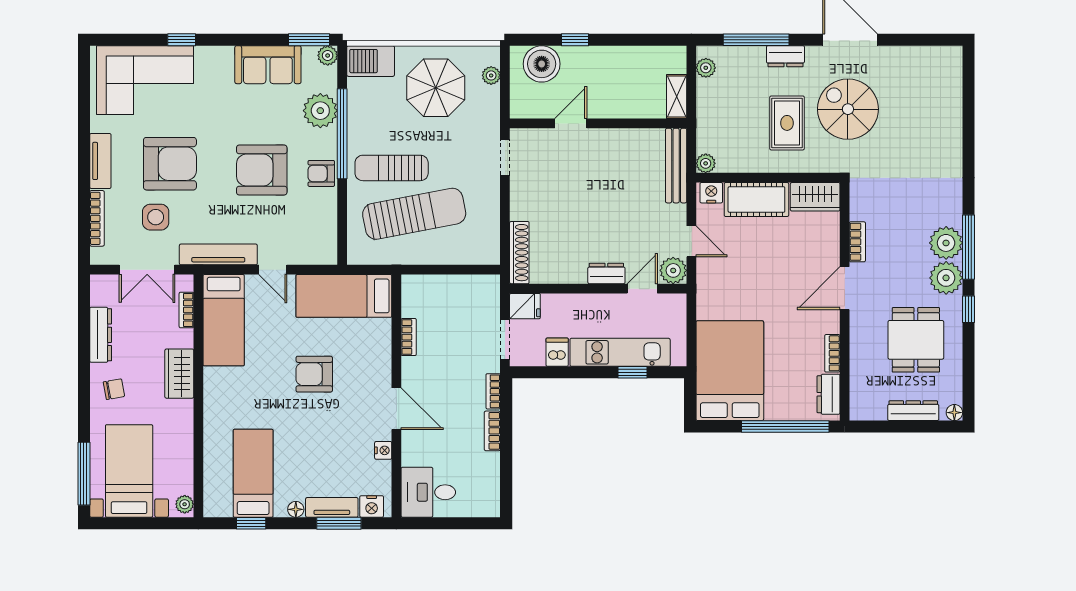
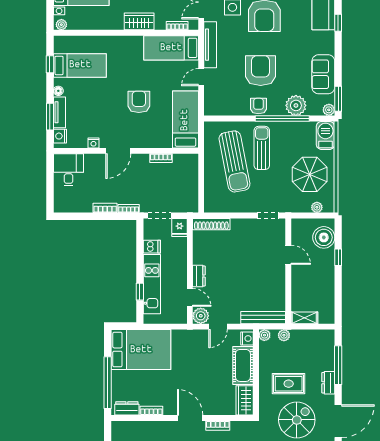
plant: (706, 68) -> (284, 335), moved

